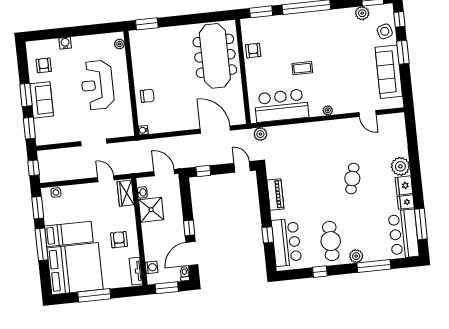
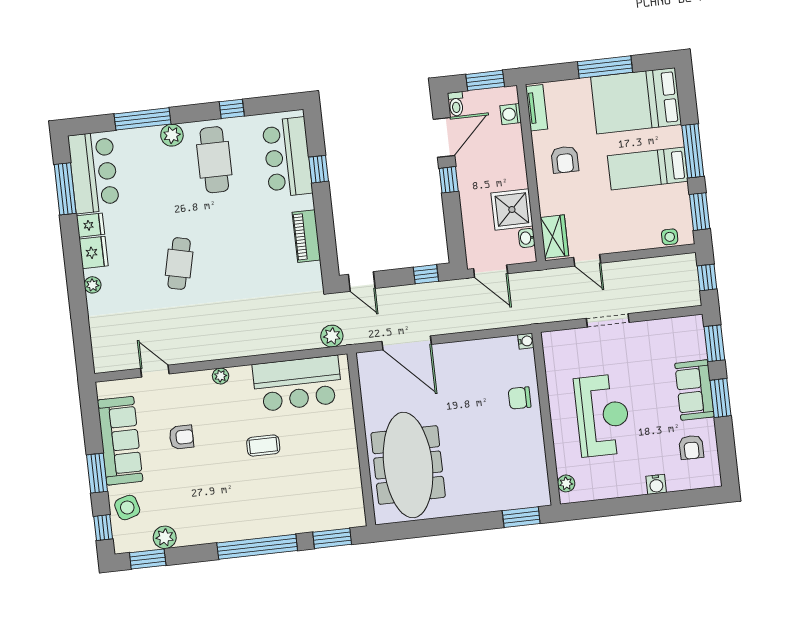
armchair: (253, 51) -> (181, 437), moved, turned -90
plant: (400, 166) -> (93, 285), width x0.53, depth x0.53
bed: (75, 269) -> (636, 101), width x0.73

